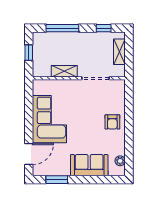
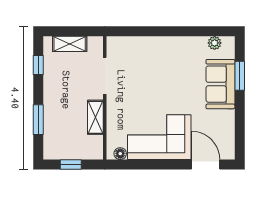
window: (62, 28) -> (38, 120), width x0.69
floor lamp: (37, 90) -> (120, 154), added
armchair: (112, 122) -> (163, 53), removed
window: (57, 180) -> (240, 76), moved

